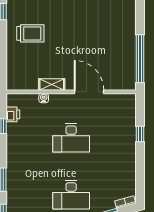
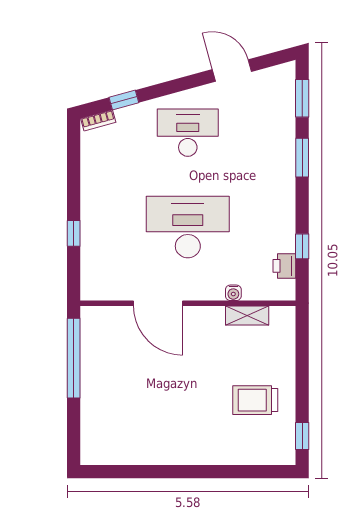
shelving: (52, 84) -> (247, 315), moved
desk: (71, 138) -> (188, 227), width x1.36, depth x1.30

